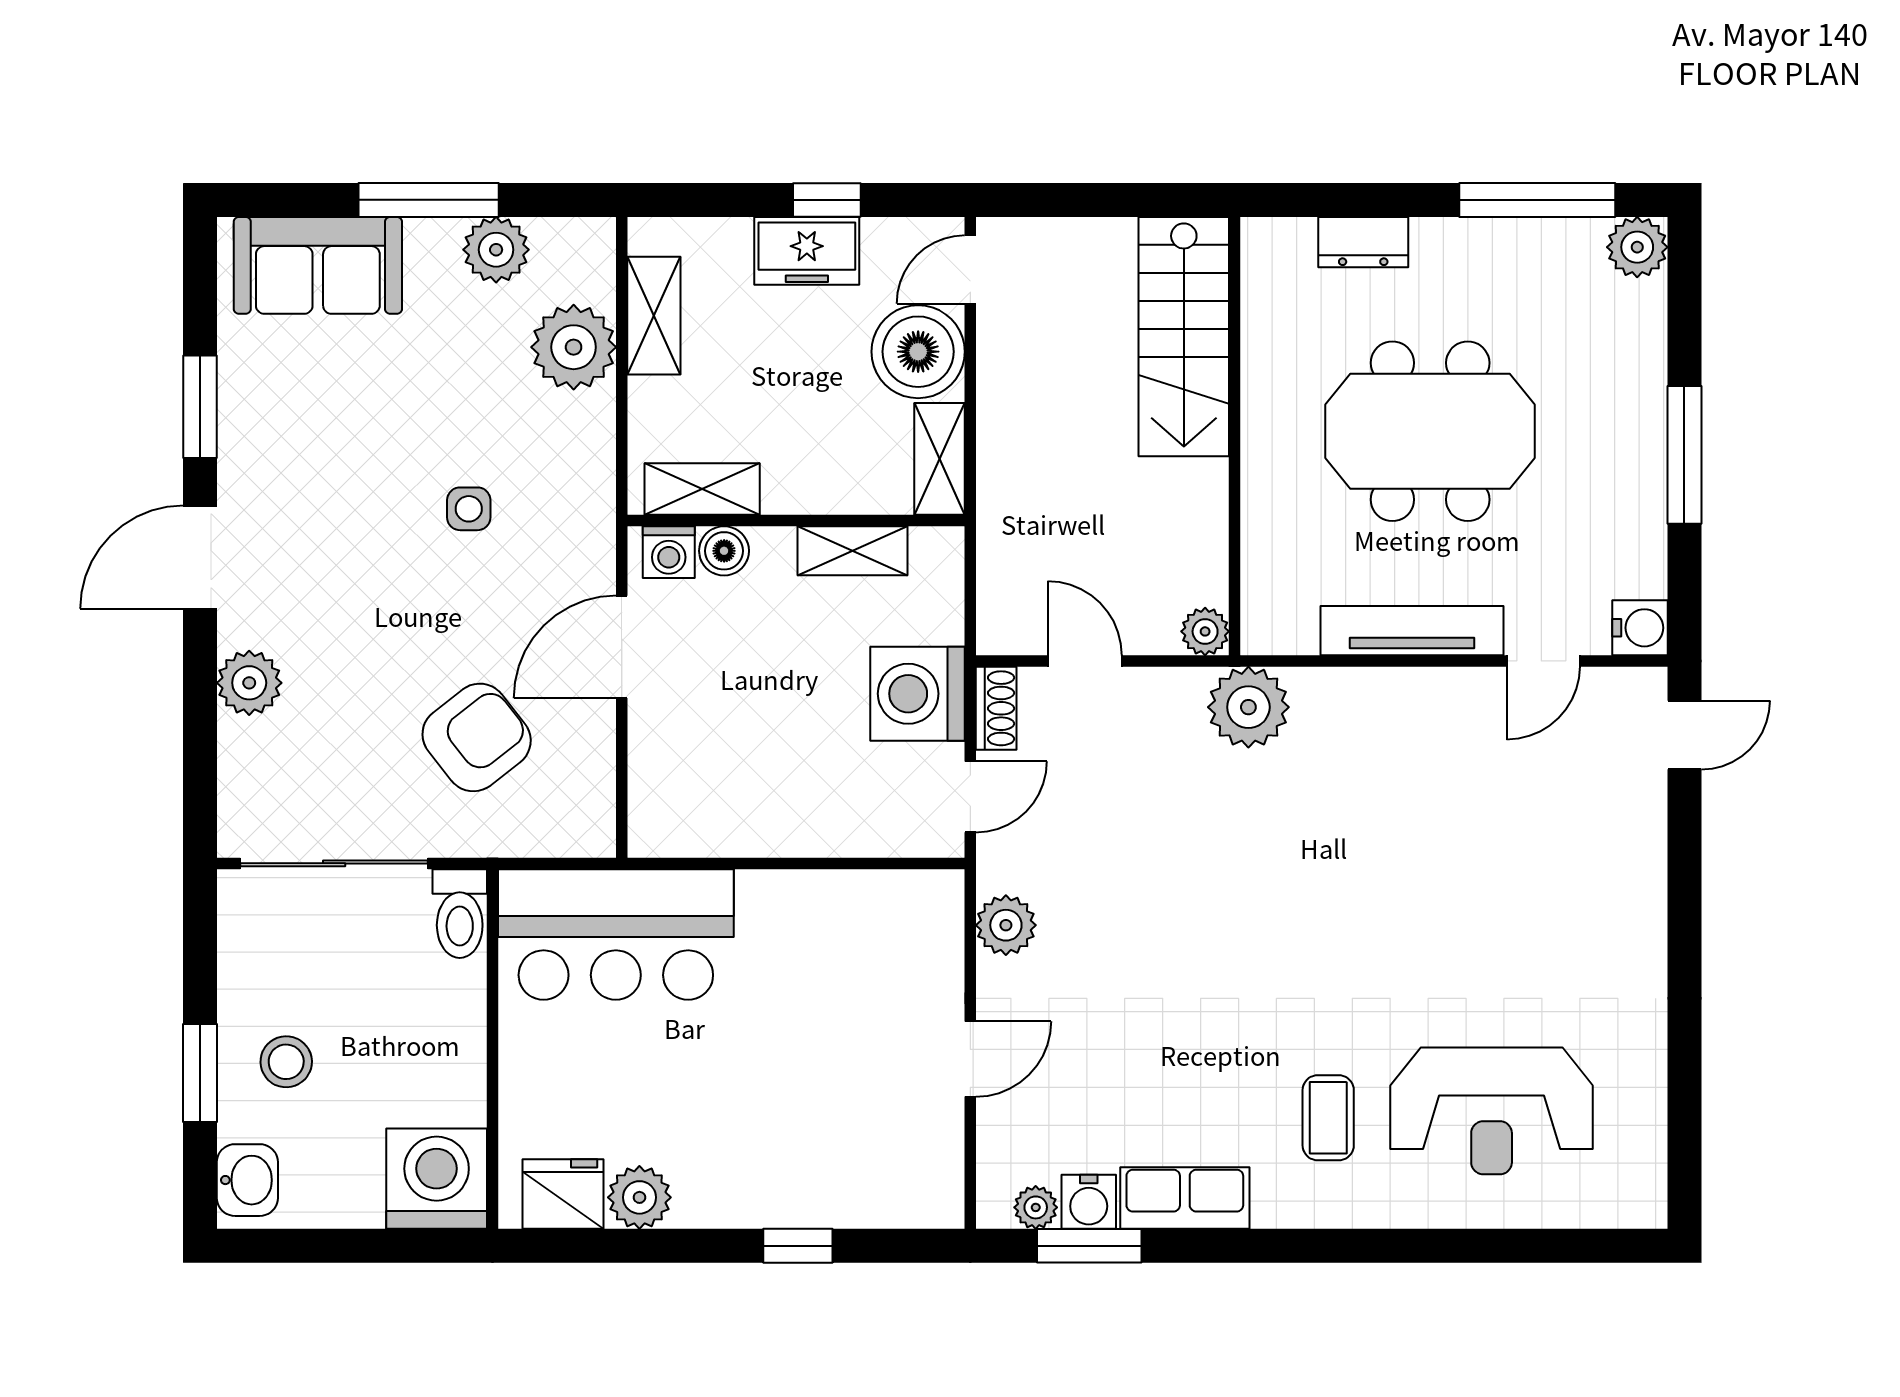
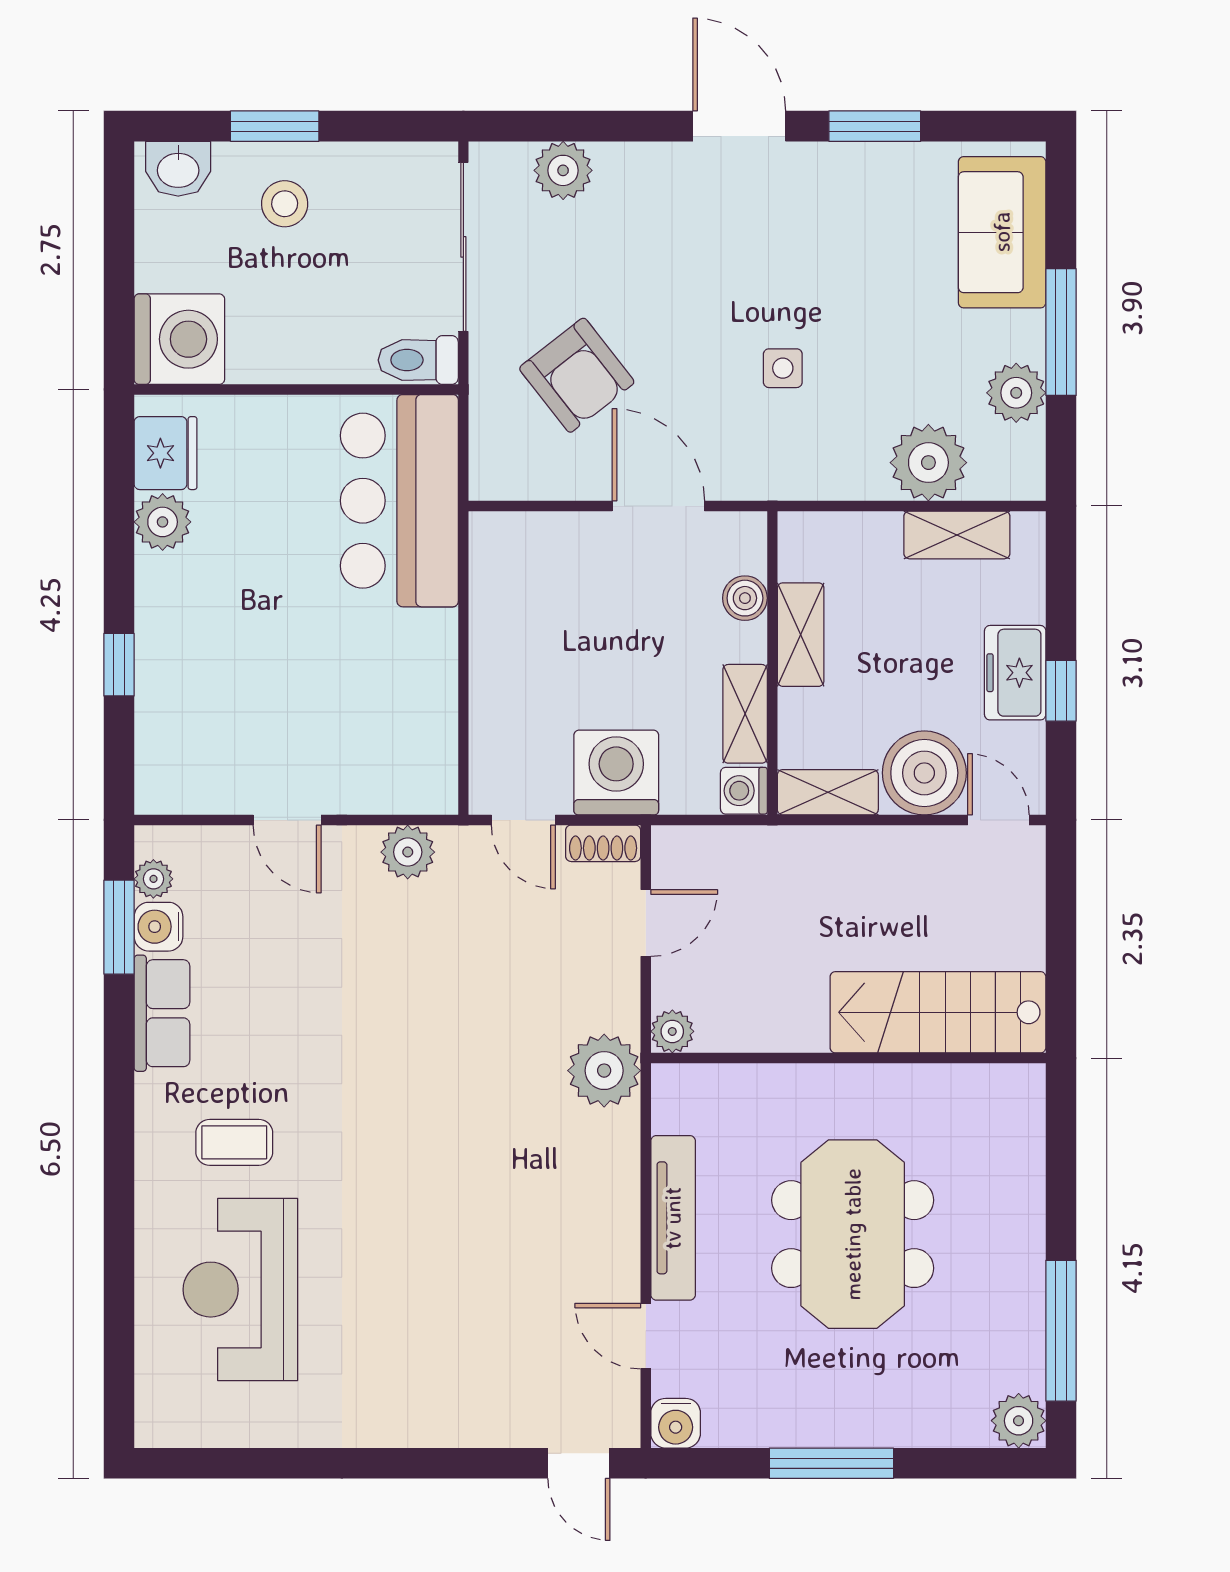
dresser: (1363, 242) -> (1023, 1174), removed
shelving: (702, 489) -> (801, 635), moved
washing machine: (669, 552) -> (744, 791), moved
plant: (249, 683) -> (563, 170), moved

